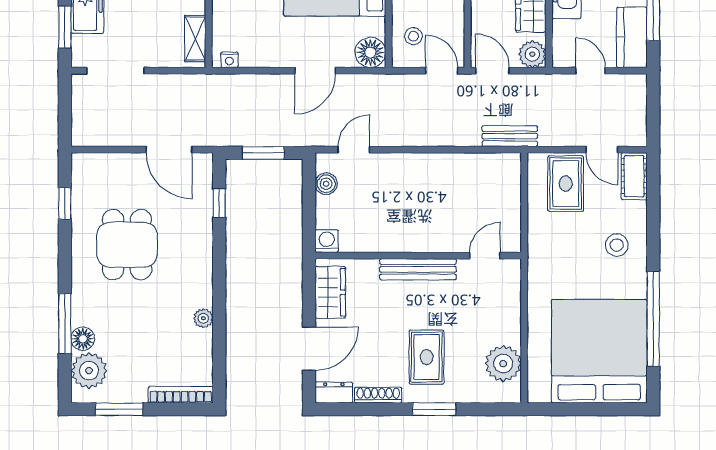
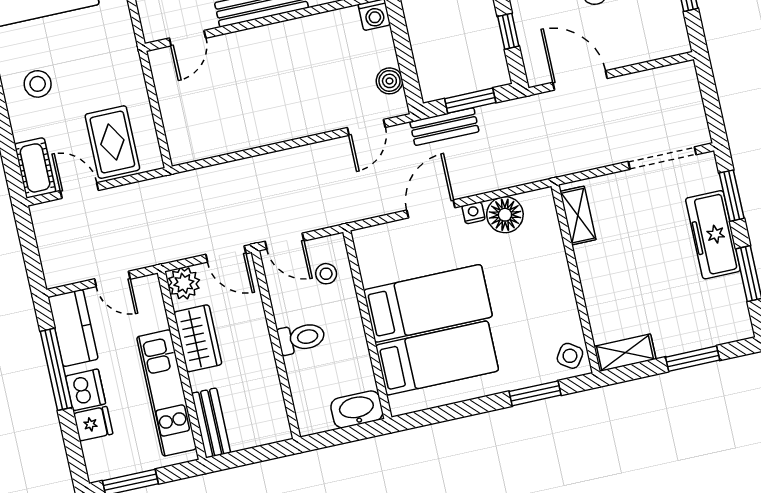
floor lamp: (370, 52) -> (505, 215), moved
nightstand: (230, 60) -> (473, 213), moved
bench: (510, 136) -> (444, 127), moved

